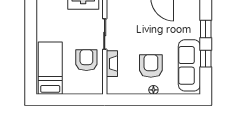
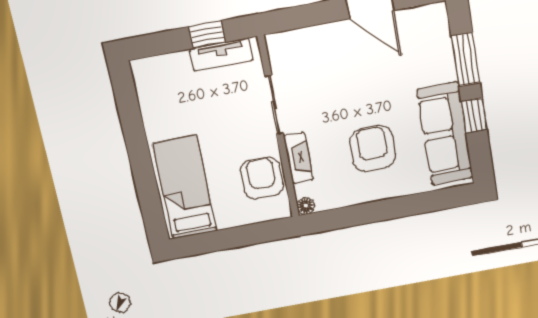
window: (206, 29) -> (466, 59), width x1.50
armchair: (86, 60) -> (262, 178), moved
floor lamp: (153, 90) -> (306, 206), moved

